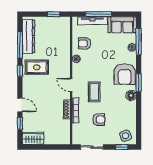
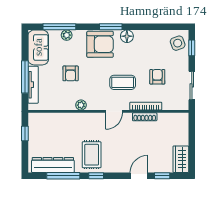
armchair: (85, 43) -> (71, 73), moved

